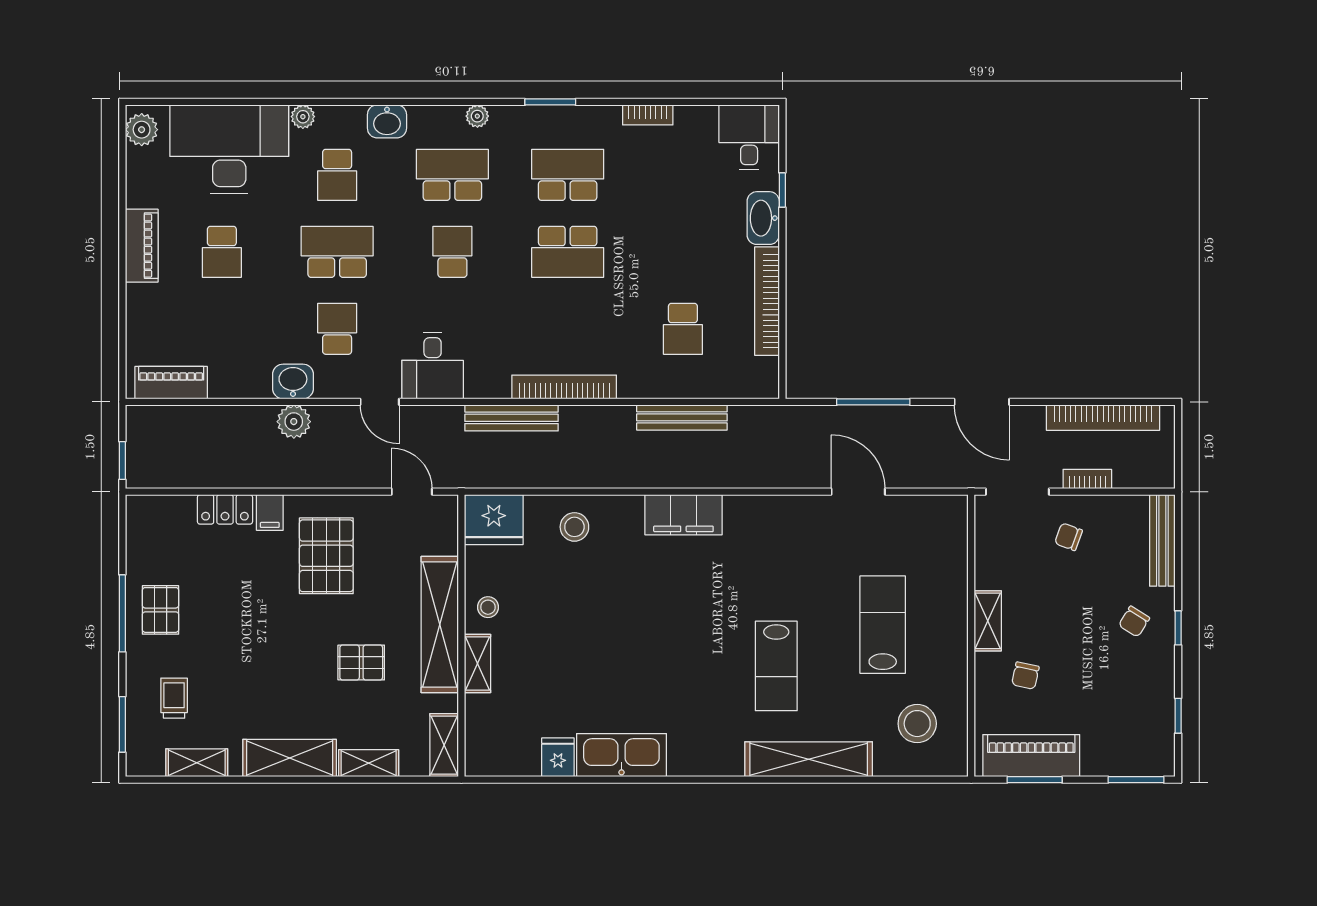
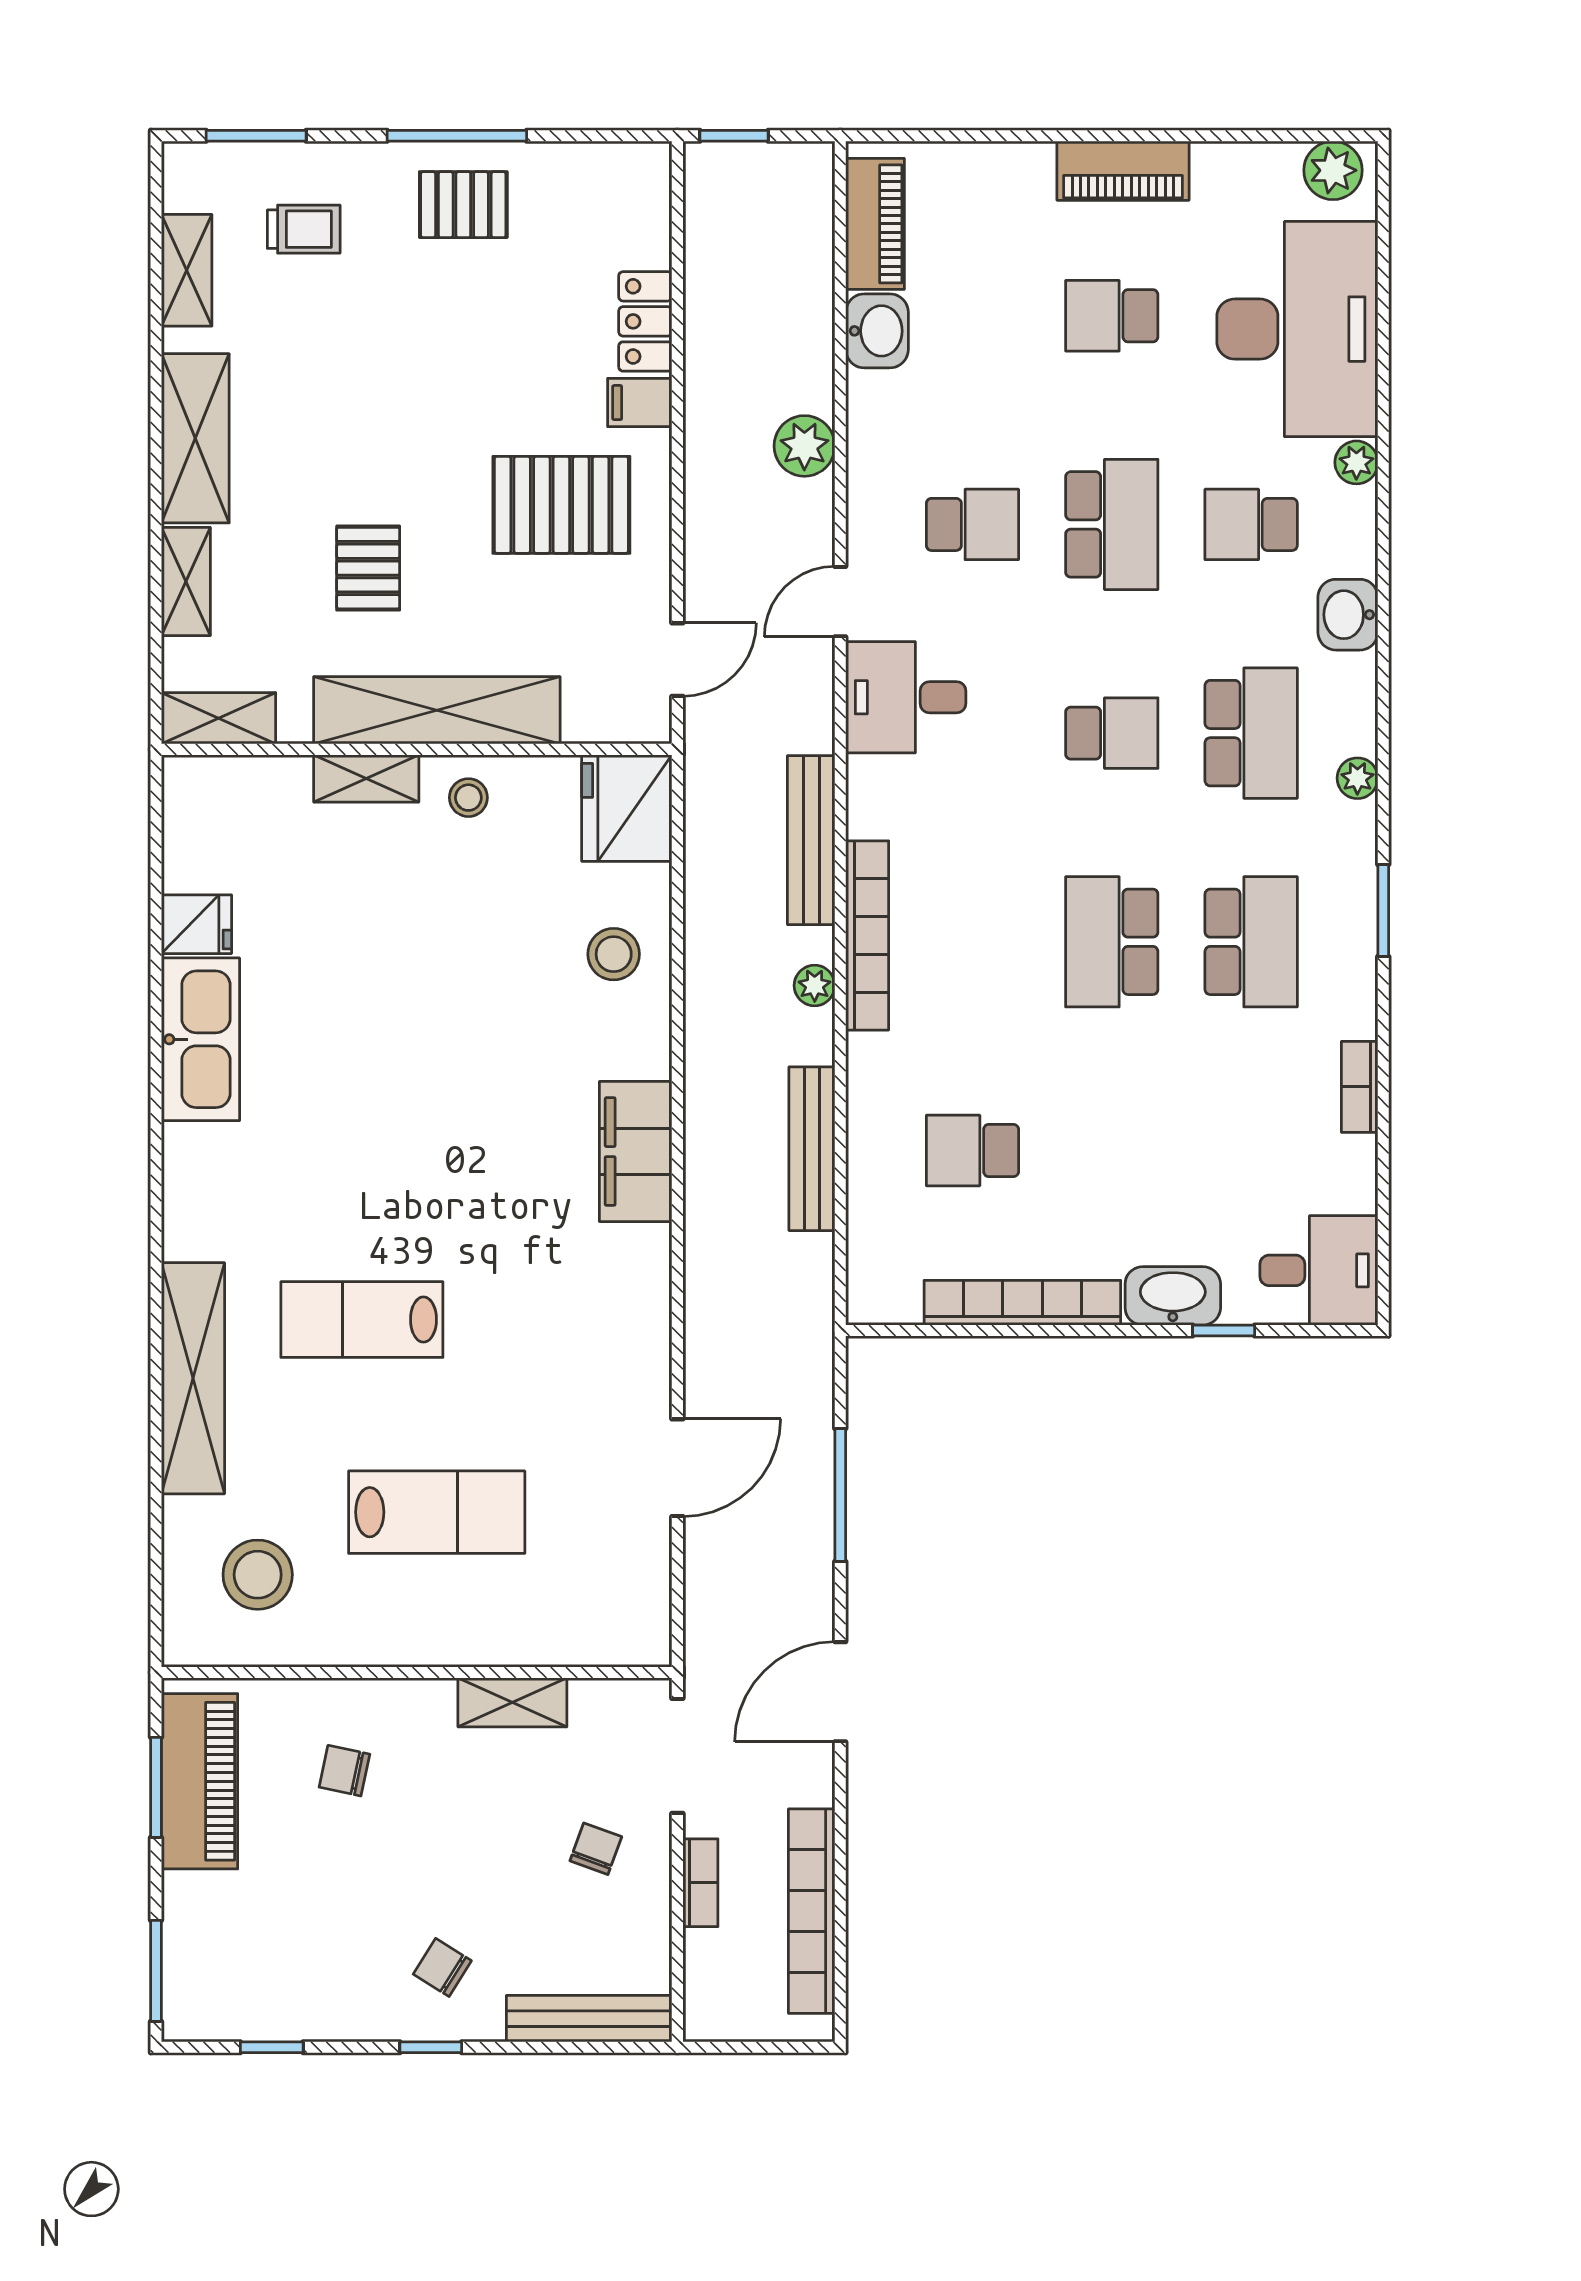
washbasin: (293, 381) -> (877, 331), moved
plant: (592, 416) -> (815, 986), added
shelving: (988, 621) -> (512, 1702), moved

